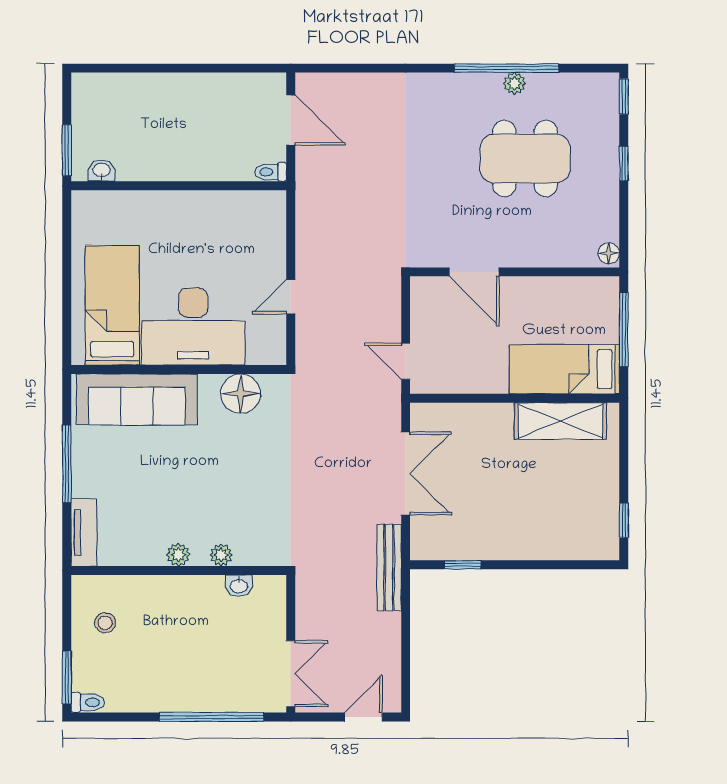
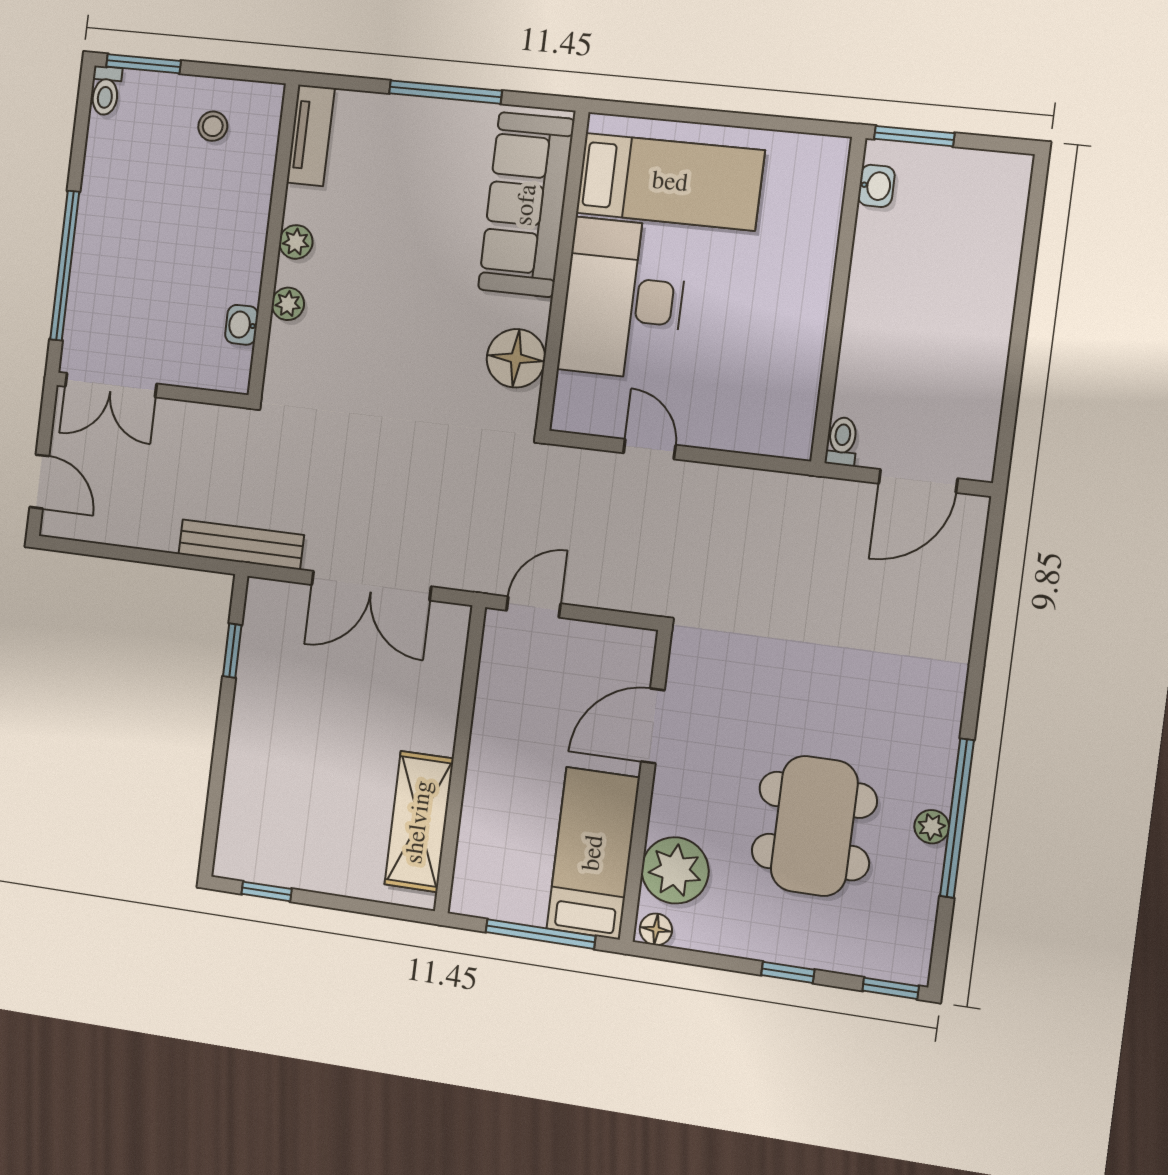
plant: (568, 245) -> (675, 870), added
bed: (564, 369) -> (593, 853), moved
tv unit: (84, 532) -> (311, 135), moved, turned -90

